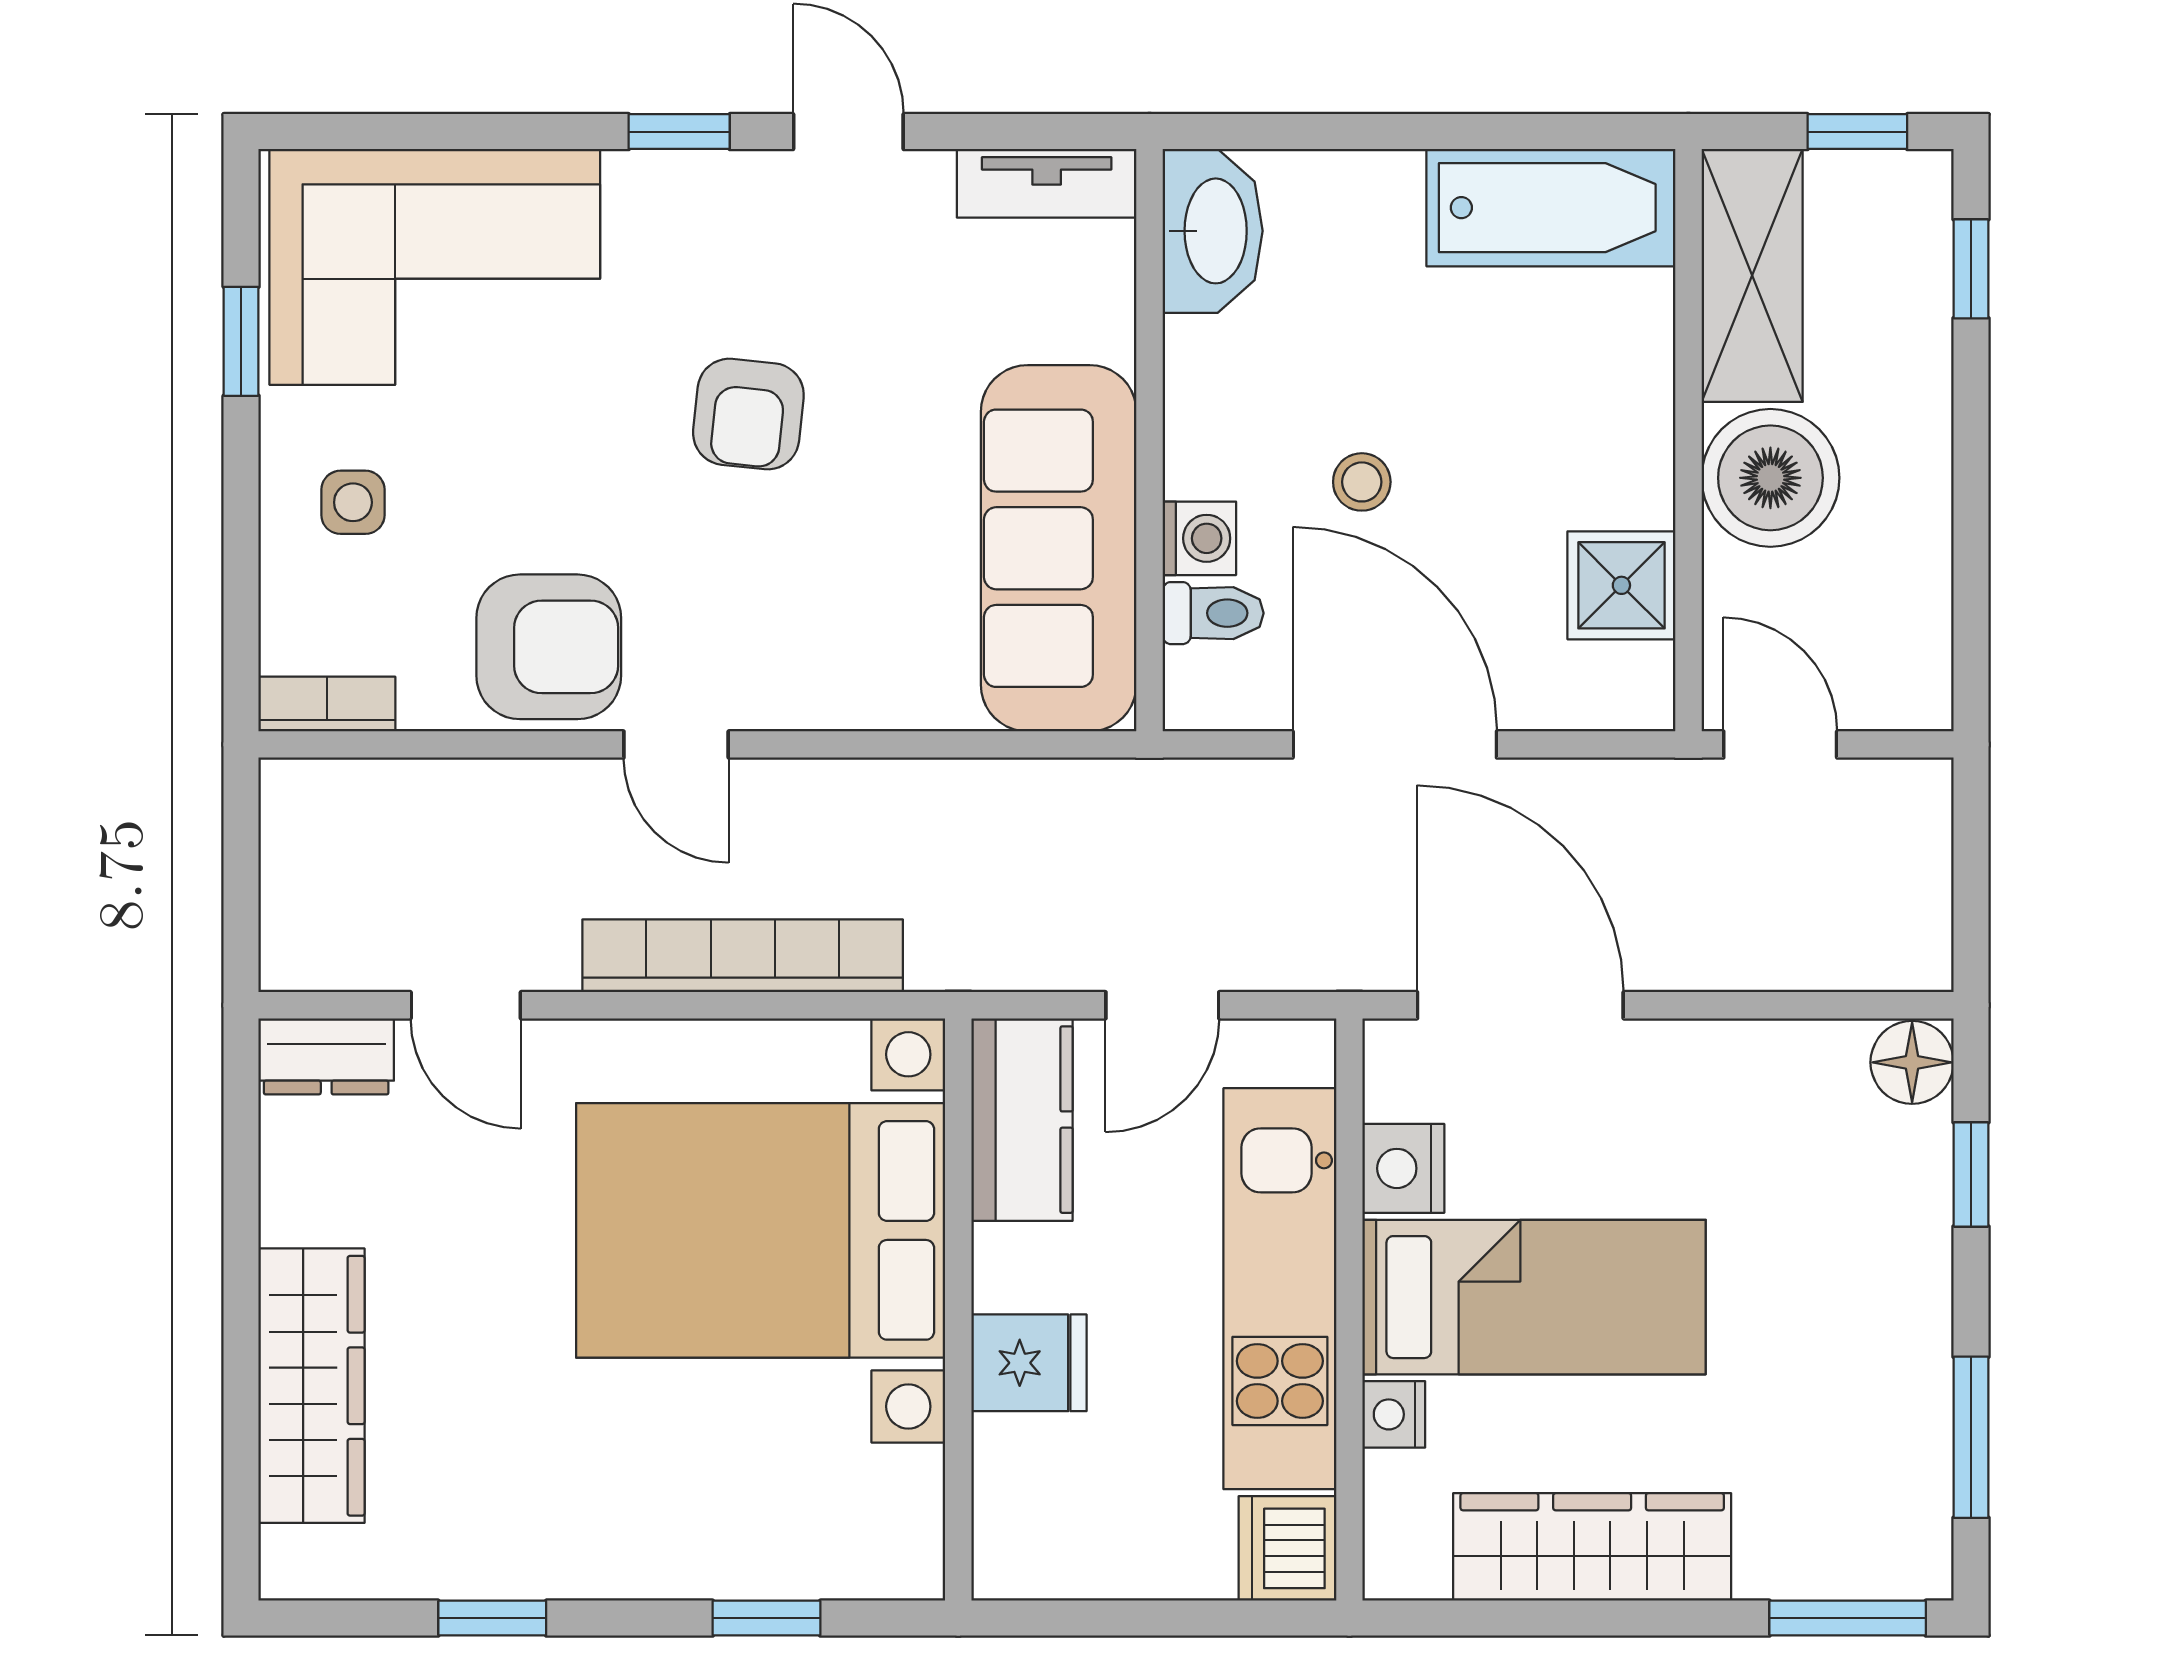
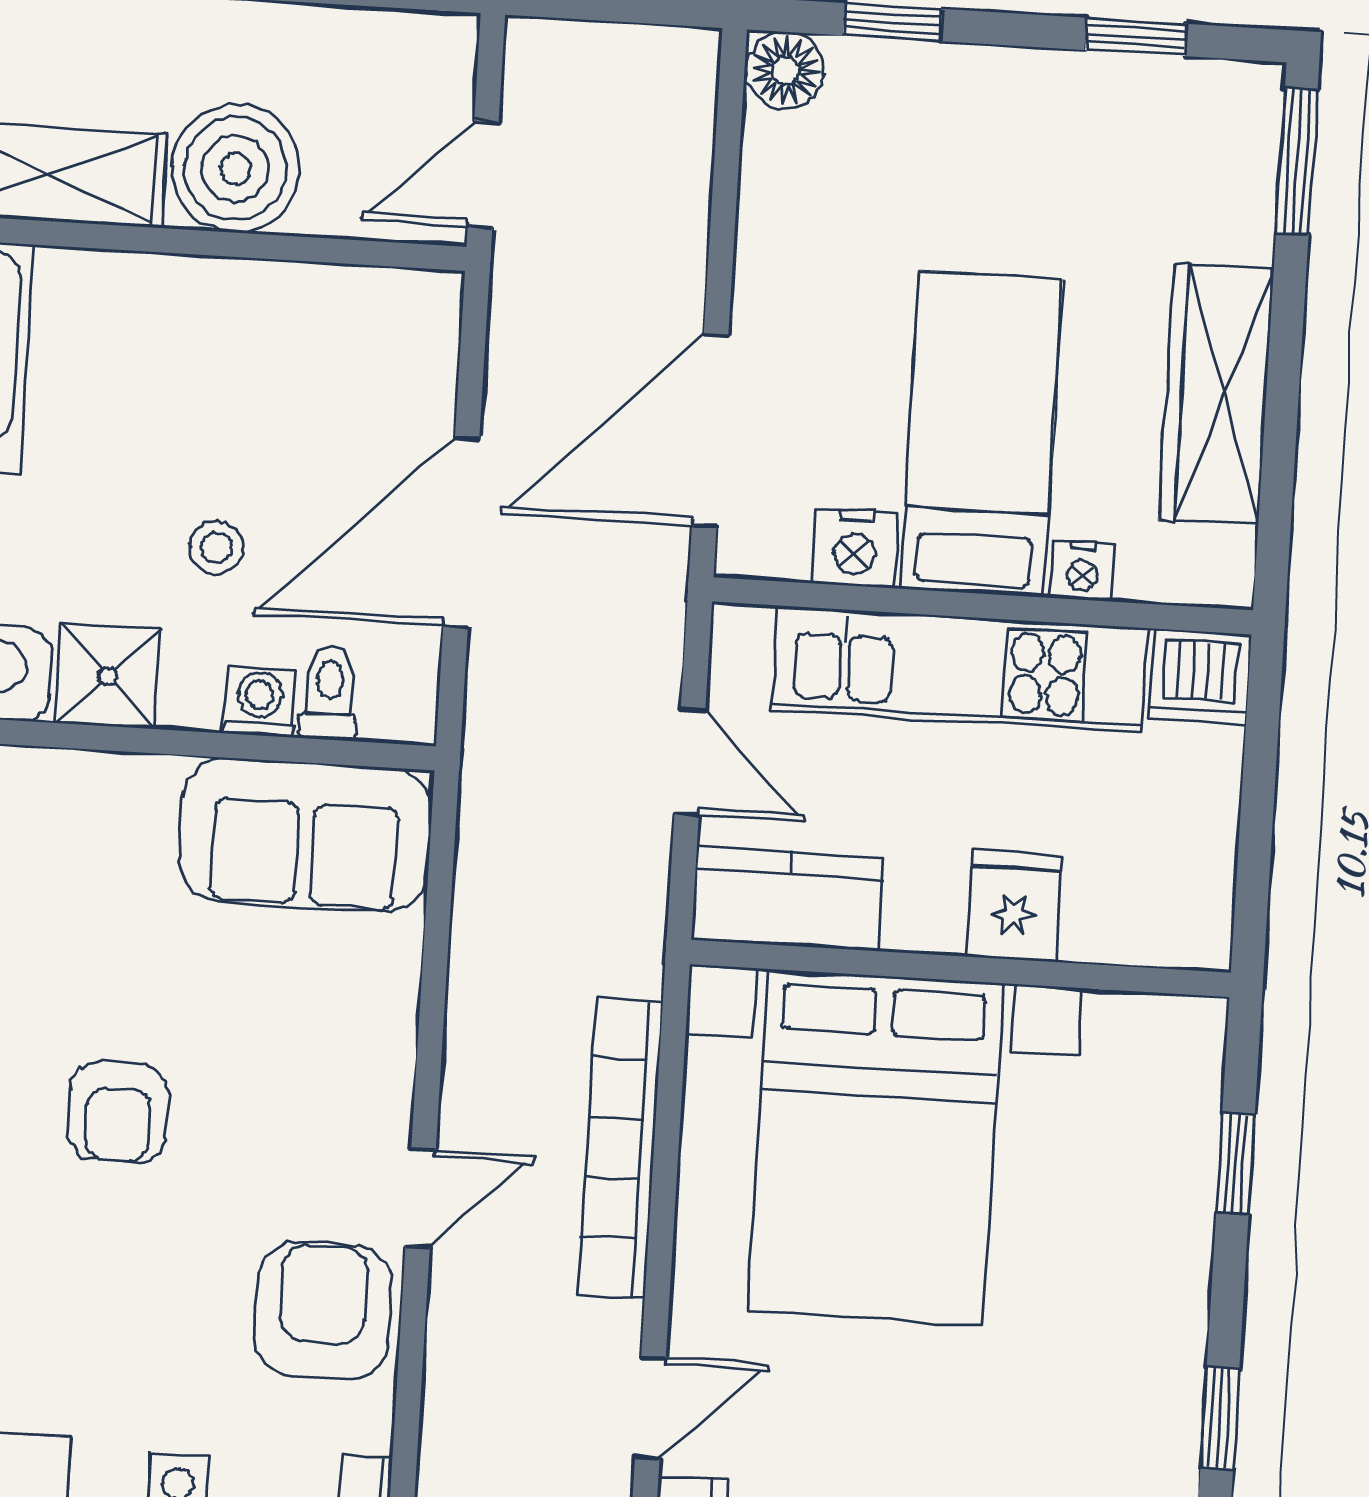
armchair: (748, 414) -> (118, 1112), turned 84
sofa: (1059, 548) -> (305, 835), width x0.73
shower: (1621, 585) -> (108, 676), moved
window: (1971, 1437) -> (1136, 37), width x0.67

